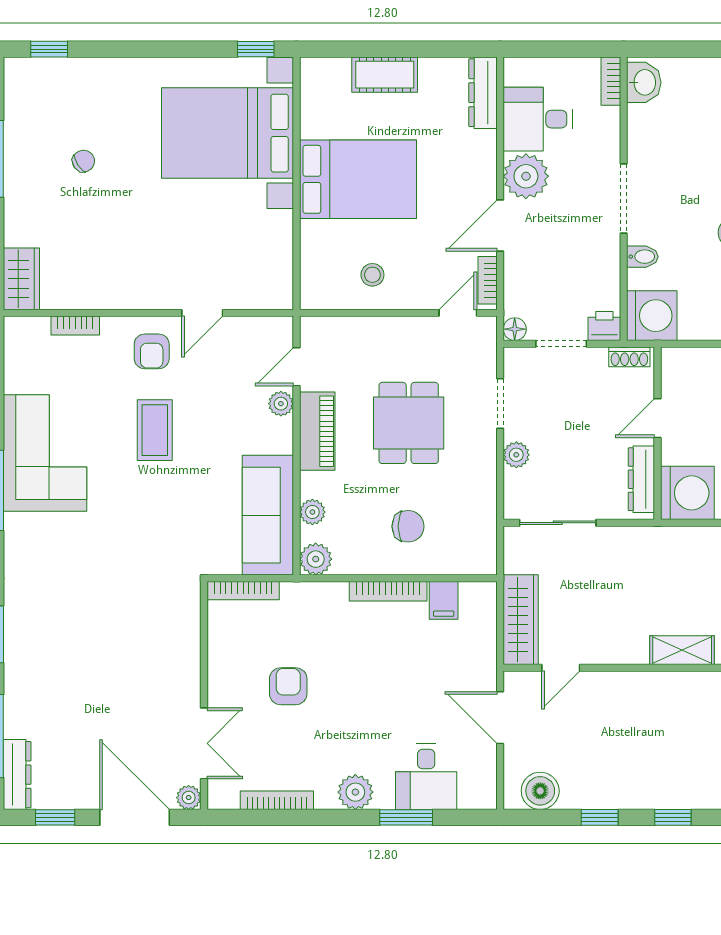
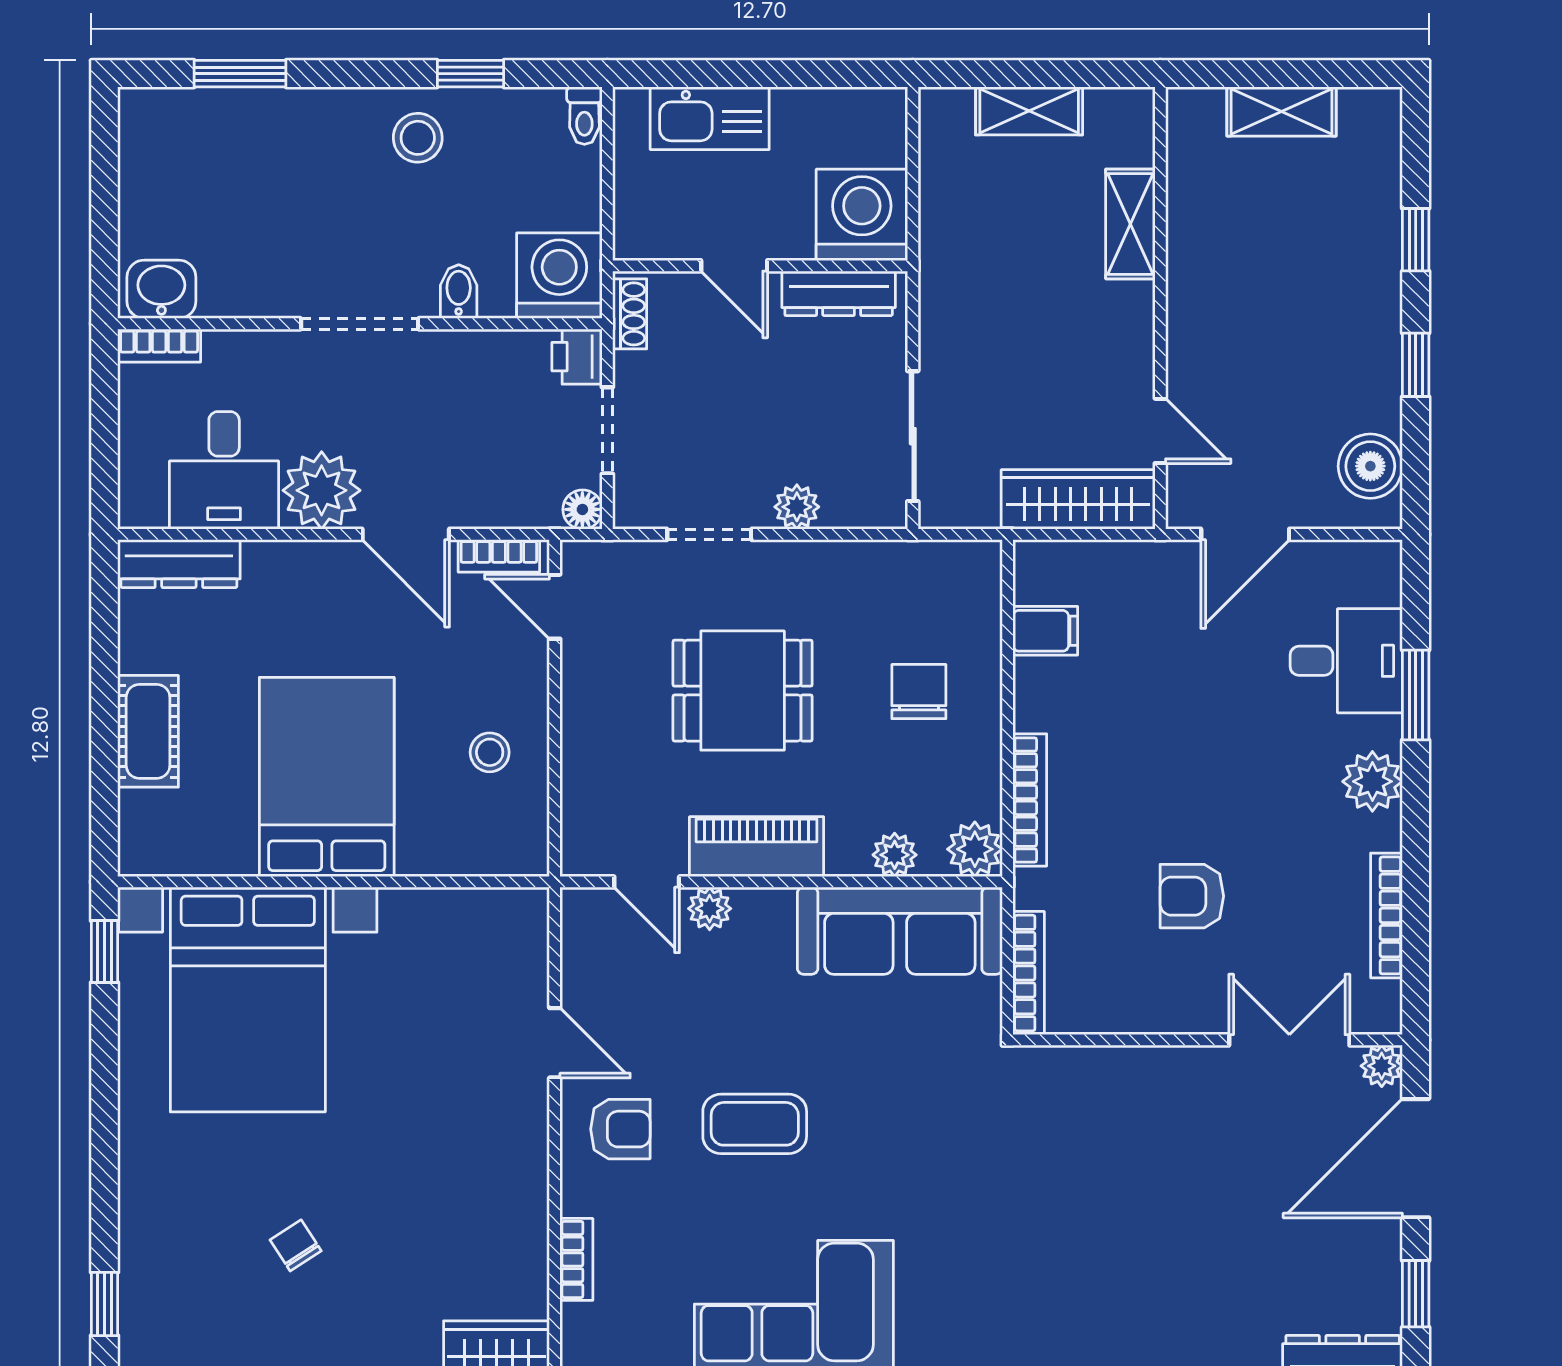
bookcase: (388, 591) -> (1030, 800), moved

